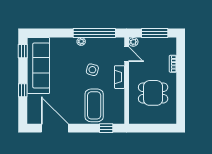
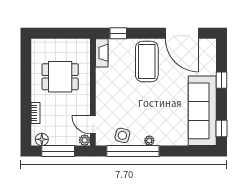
floor lamp: (168, 42) -> (42, 139), added
side table: (92, 70) -> (122, 135), moved
fireplace: (120, 77) -> (102, 53), moved
coffee table: (94, 105) -> (147, 62), moved

